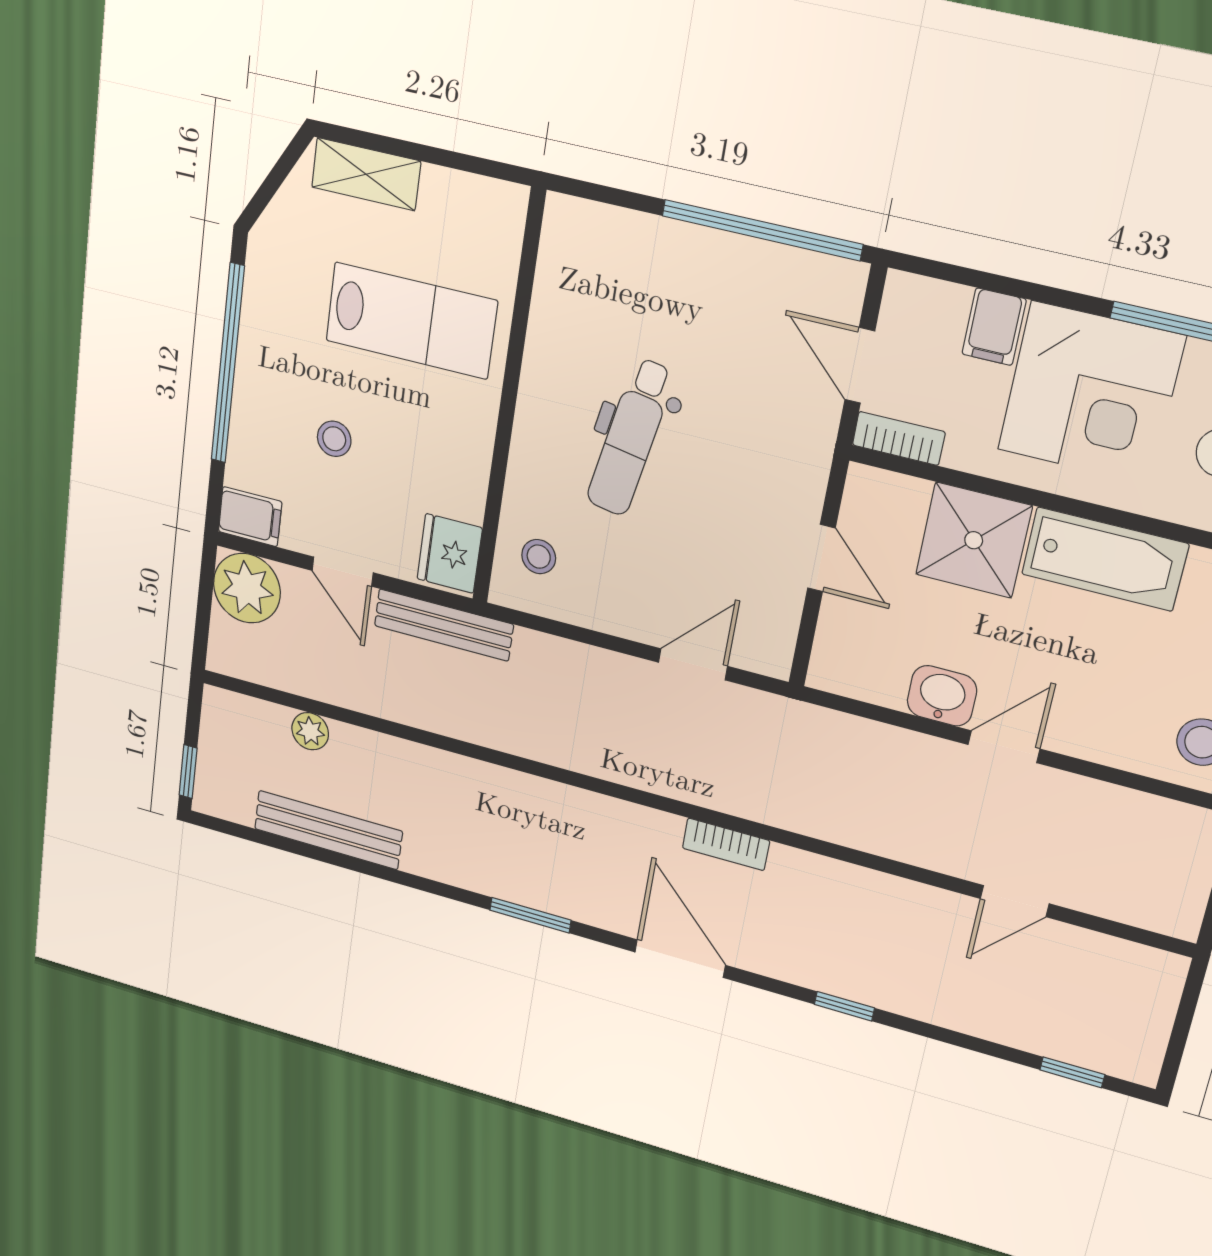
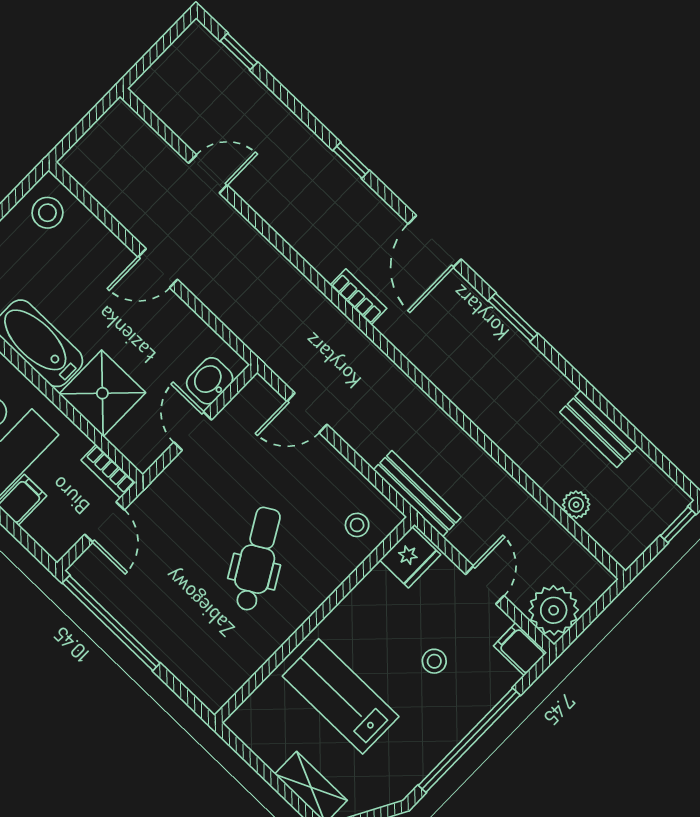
dental chair: (630, 437) -> (257, 559), turned -40
bench: (444, 625) -> (417, 494), moved
washbasin: (942, 696) -> (210, 381), moved, turned 90
bench: (328, 830) -> (599, 429), width x0.73

